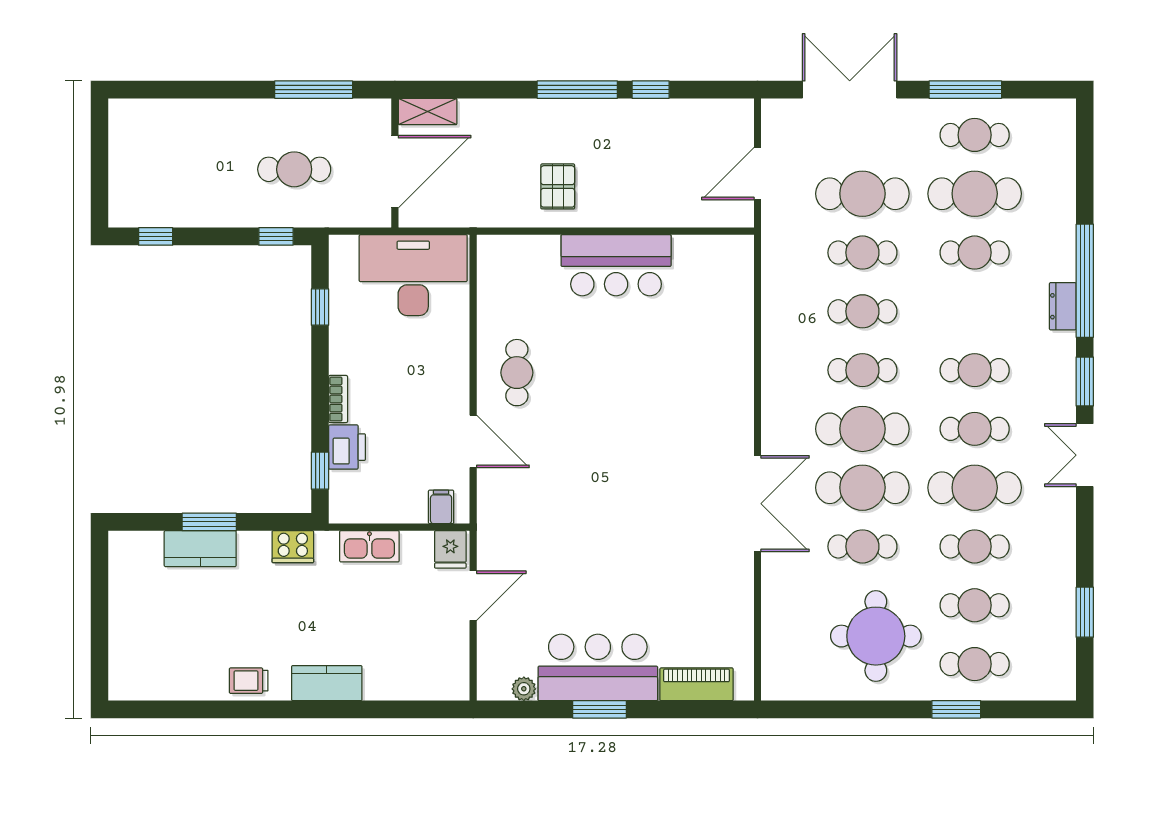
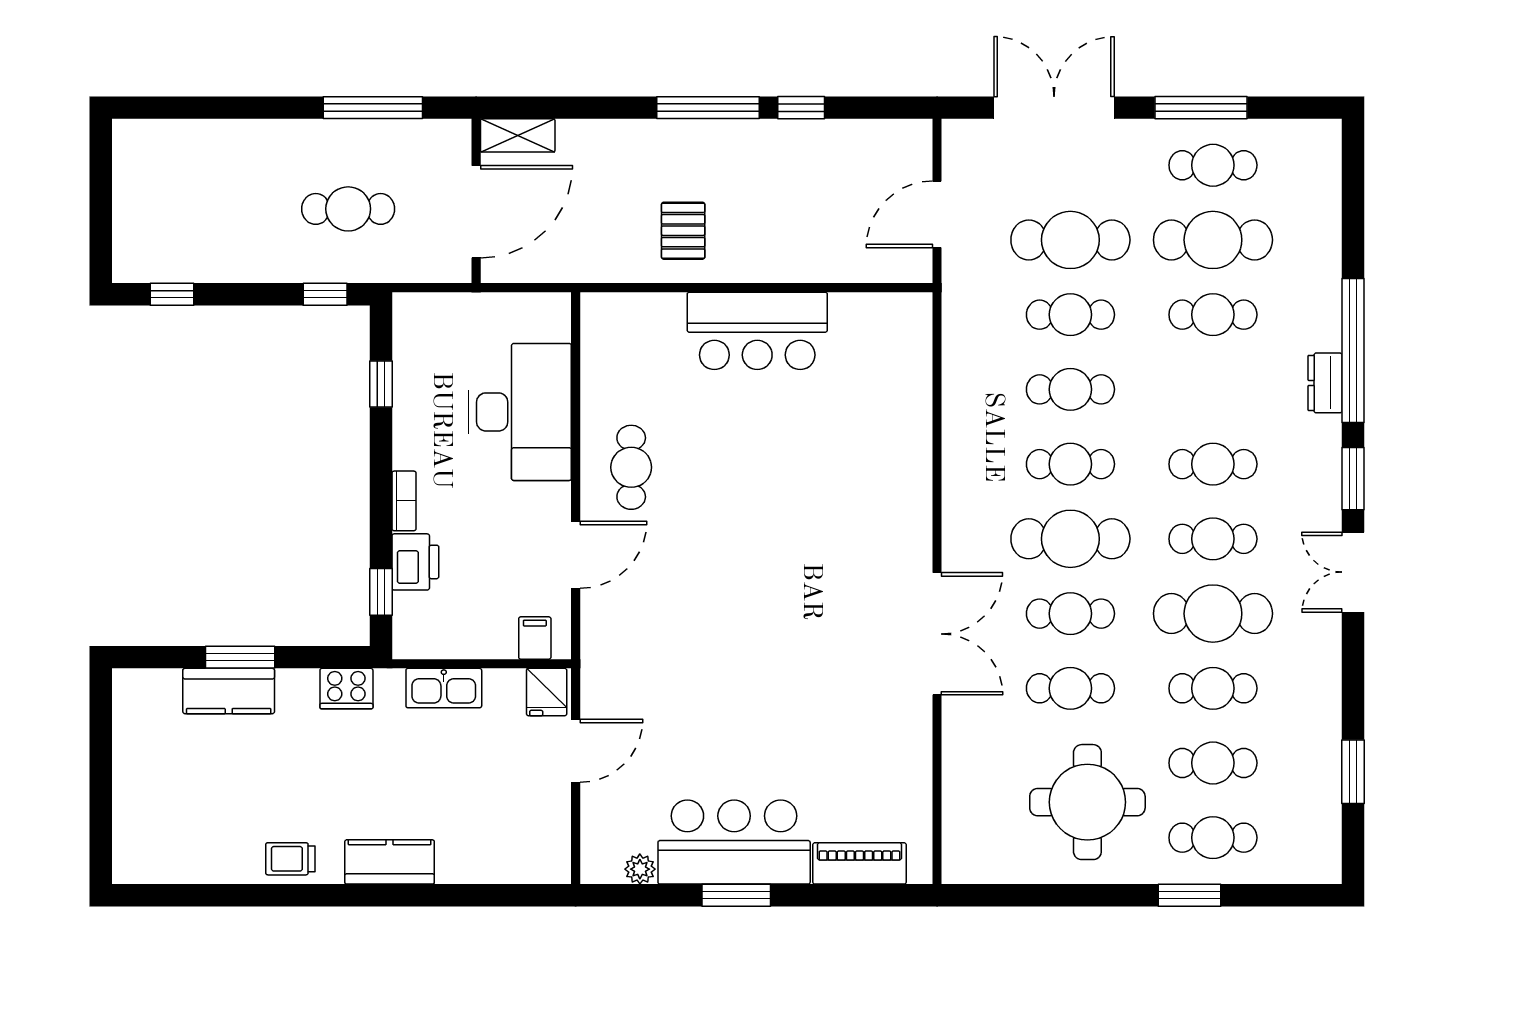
desk: (413, 275) -> (520, 412), moved, turned 90
door: (473, 441) -> (576, 555), hinge flipped
cafe table: (862, 488) -> (1070, 614), width x0.73, depth x0.74

